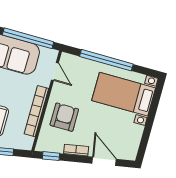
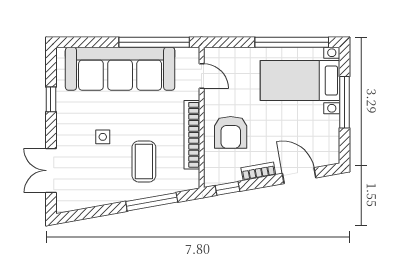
window: (106, 60) -> (292, 42), moved
armchair: (64, 117) -> (231, 132), turned 180
window: (151, 118) -> (345, 102), added

